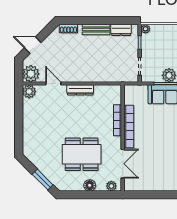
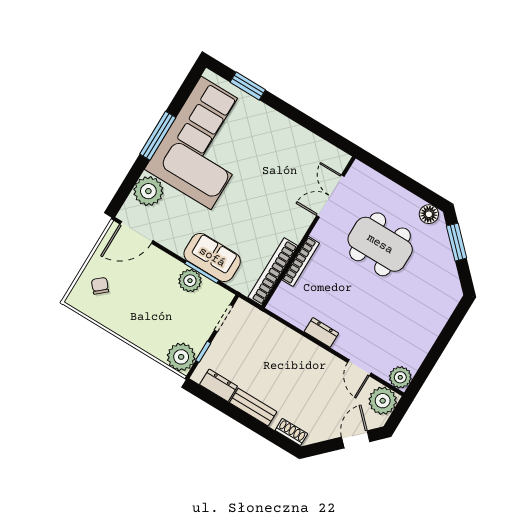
plant: (145, 29) -> (181, 357), width x1.88, depth x1.88
door: (33, 45) -> (356, 439), swing flipped
dresser: (80, 90) -> (321, 332), width x0.70
bookcase: (129, 126) -> (273, 272), moved
floor lamp: (90, 185) -> (429, 214), moved
plant: (111, 186) -> (365, 174), removed

